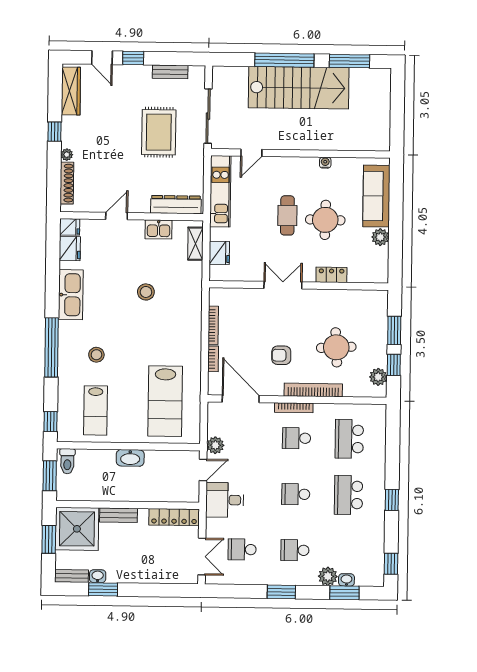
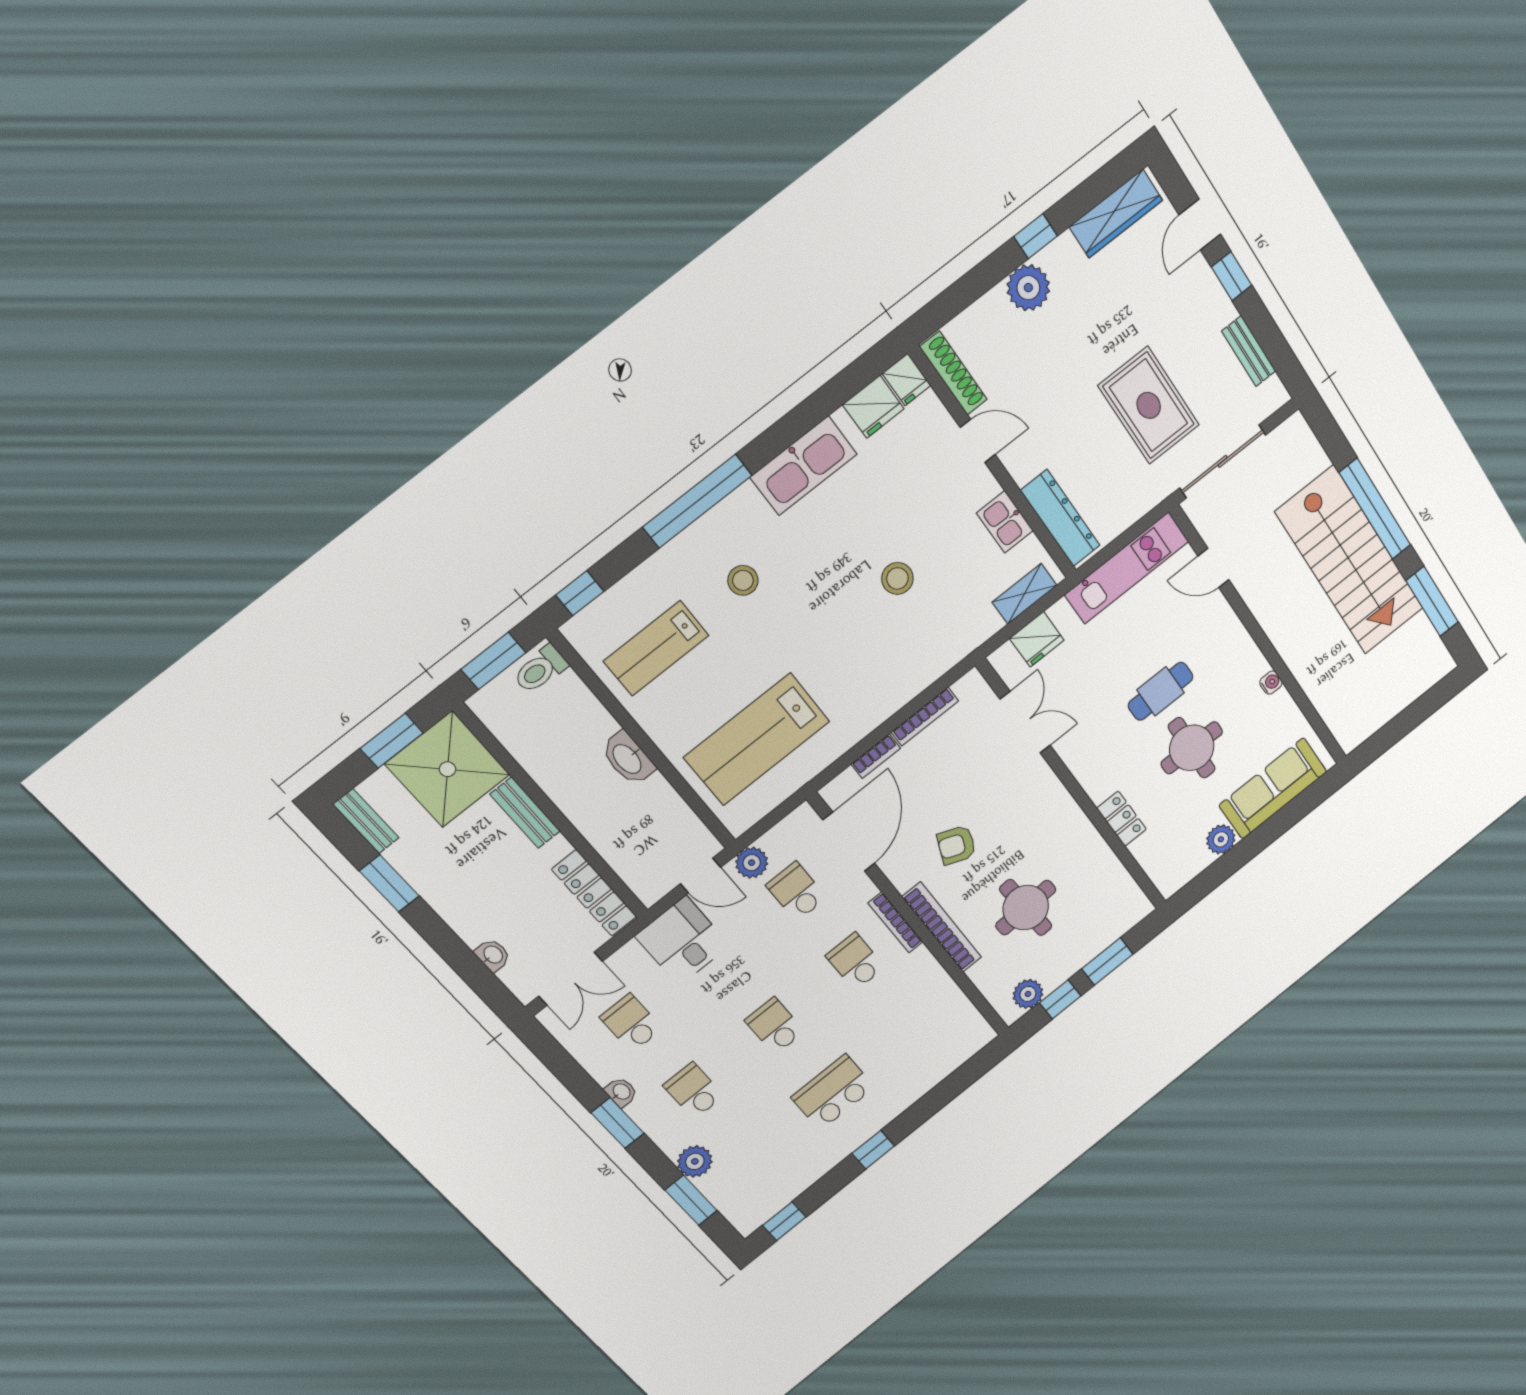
rug: (159, 132) -> (1149, 405), turned 90
plant: (67, 155) -> (1028, 288), width x1.88, depth x1.88
shoe rack: (67, 183) -> (953, 373), moved, turned -90
double door: (283, 285) -> (1025, 722), moved
armchair: (281, 355) -> (956, 845), turned -68
school desk: (349, 439) -> (796, 891), moved, width x0.54
washbasin: (98, 576) -> (493, 955), moved
washbasin: (346, 580) -> (621, 1092), moved

